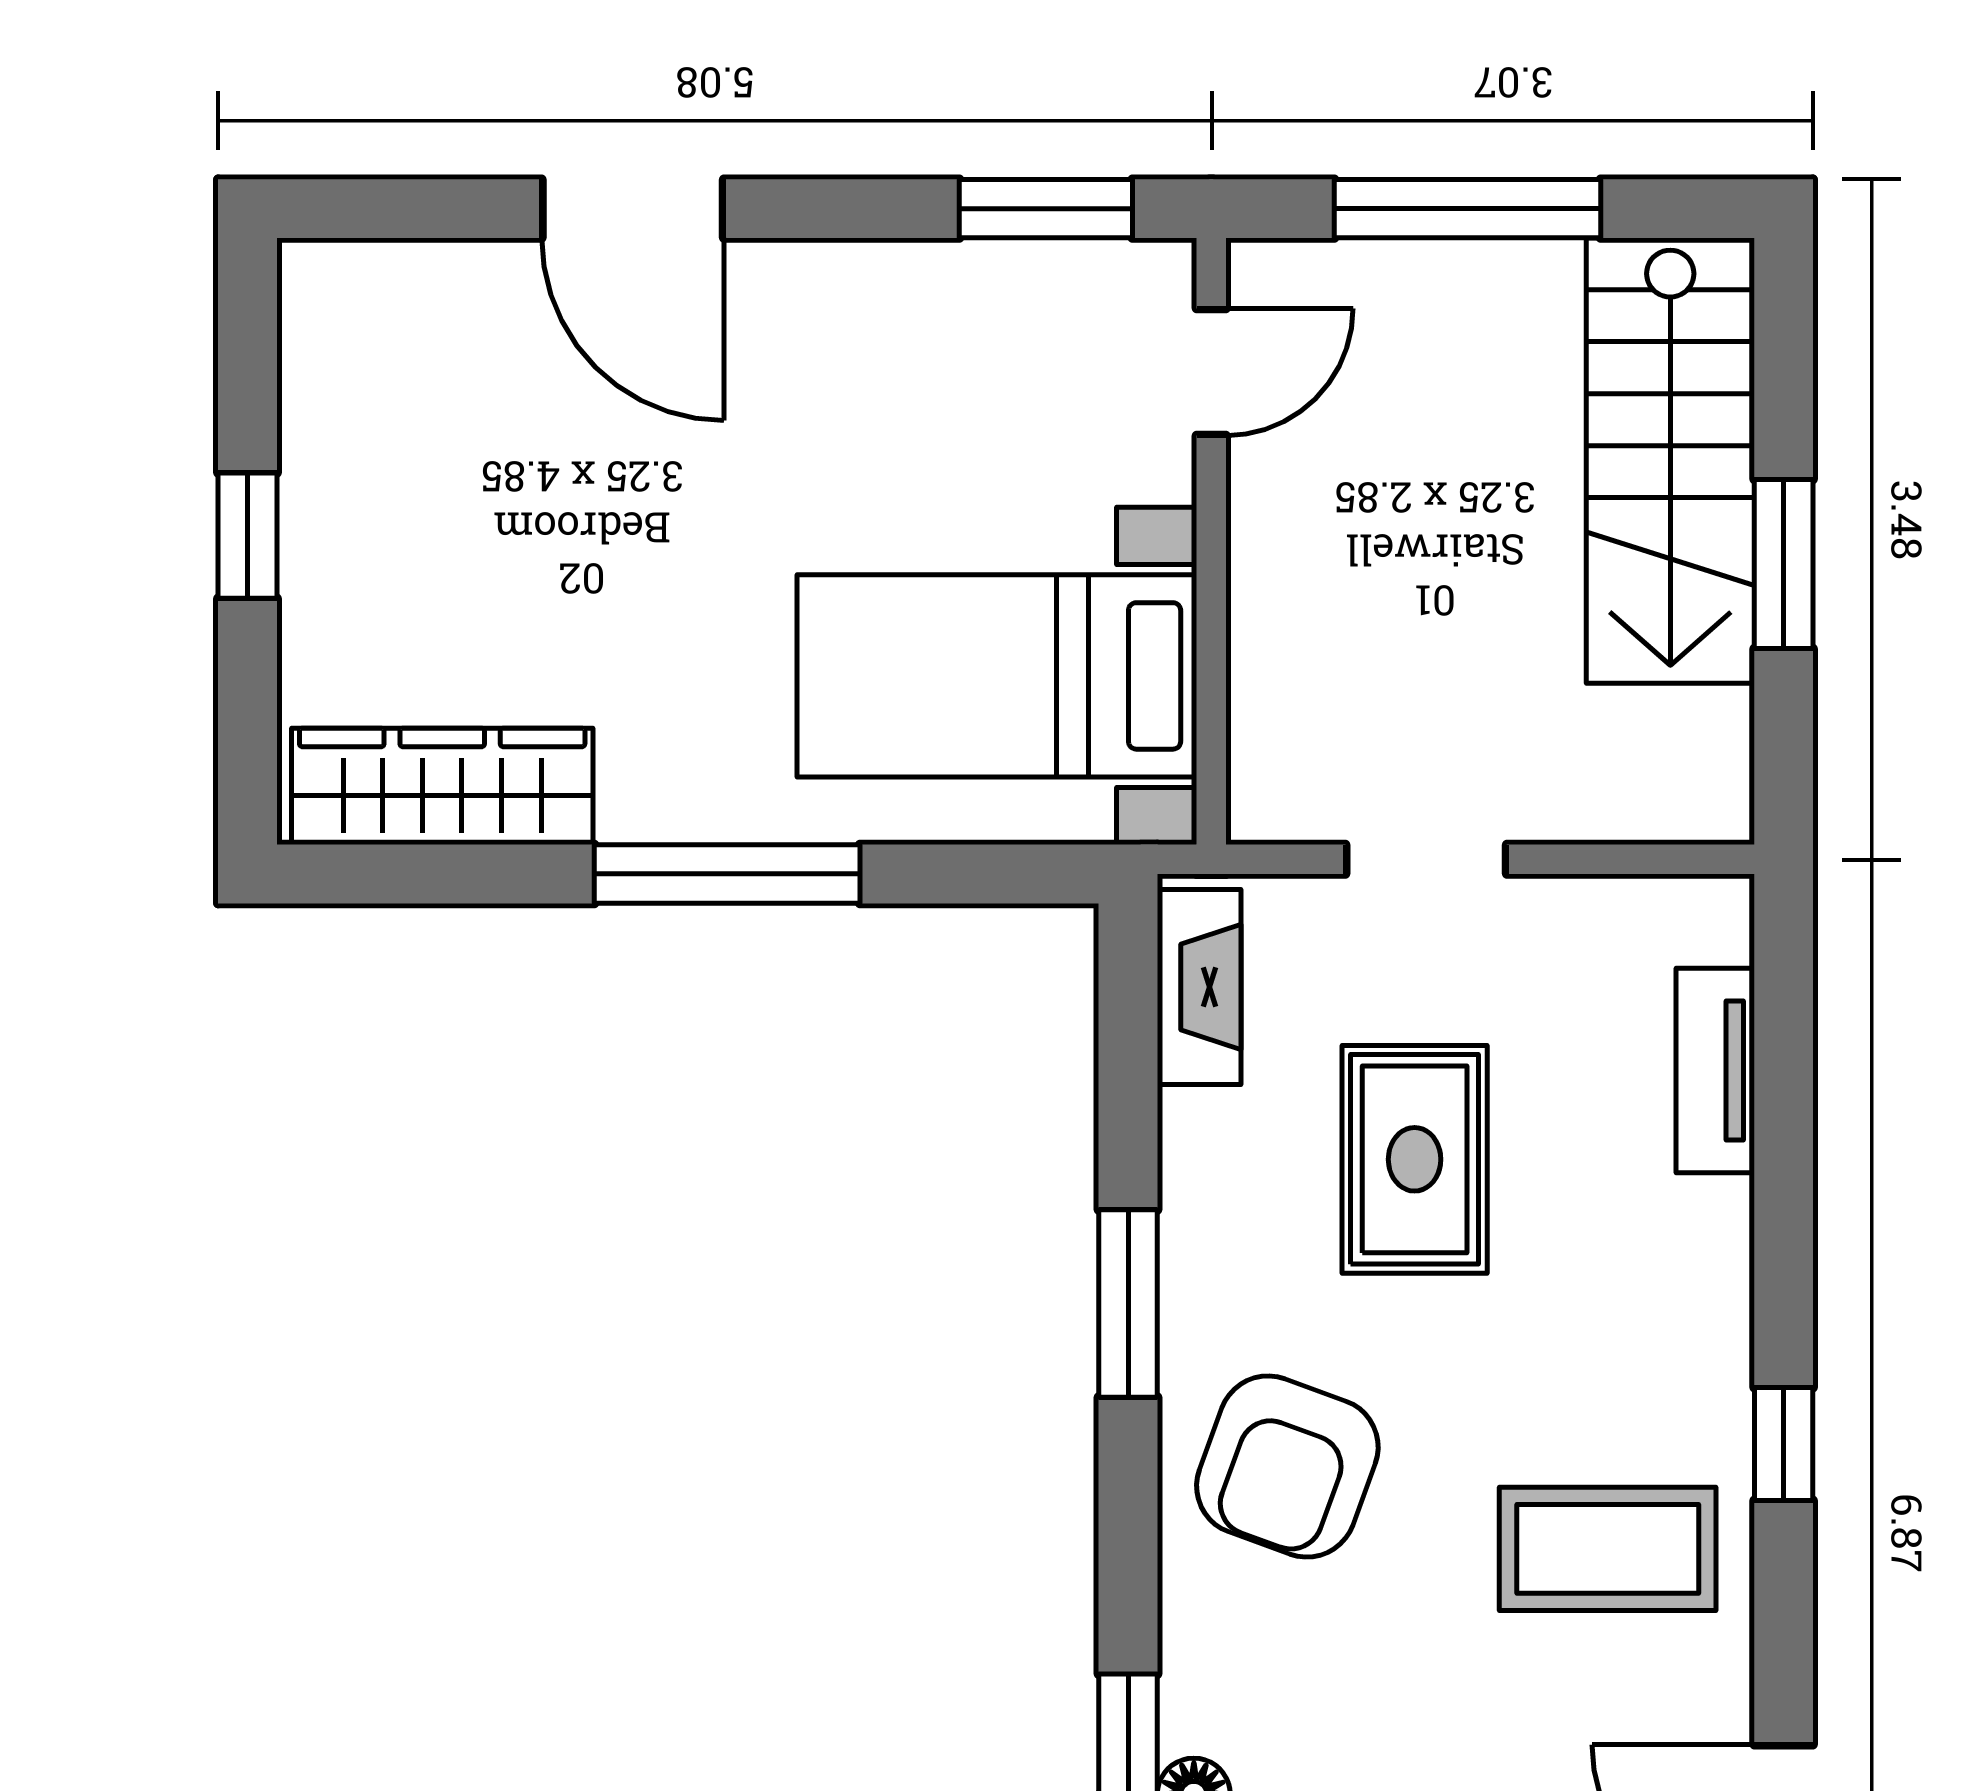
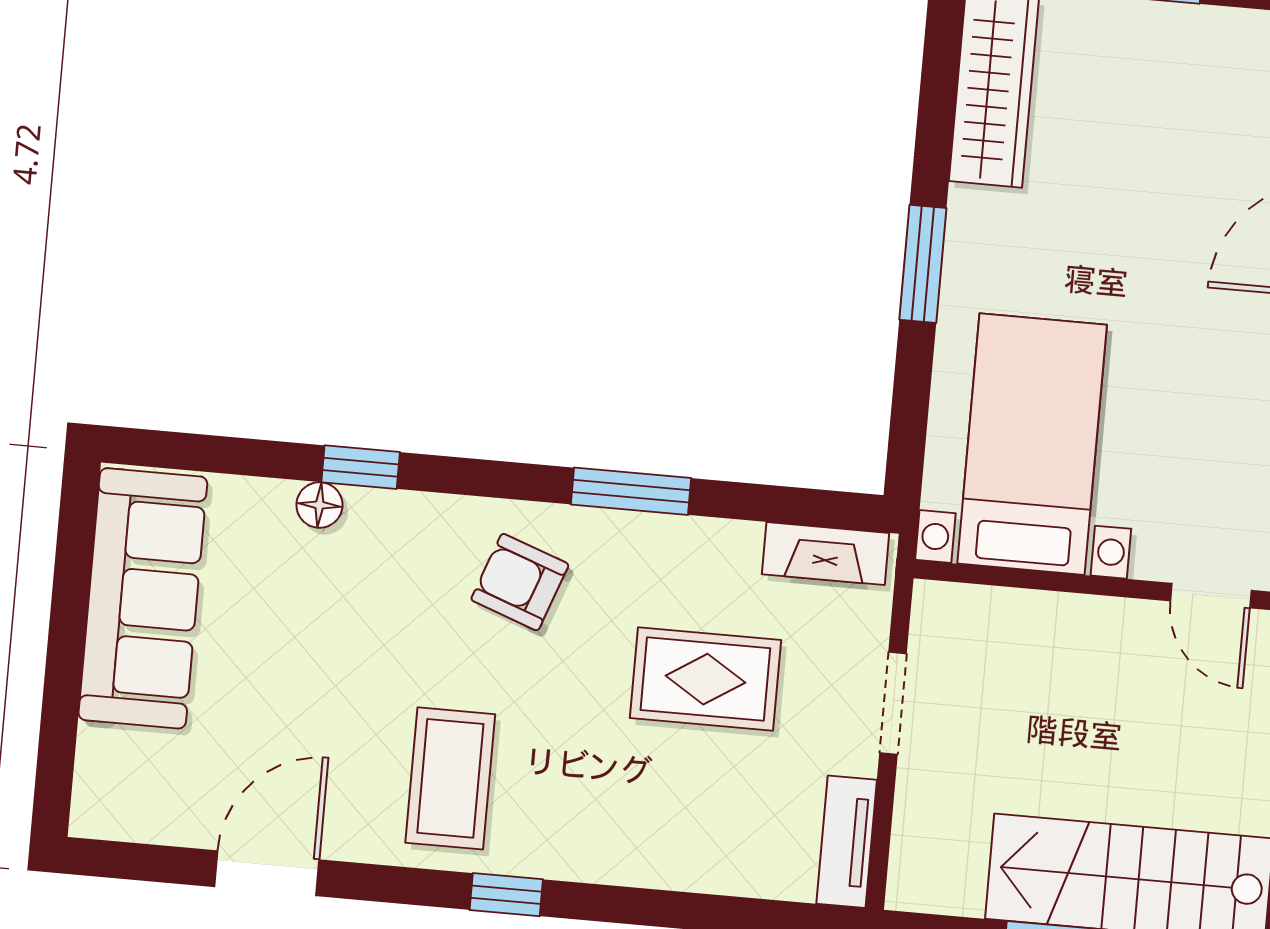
window: (727, 874) -> (923, 264), width x0.69
tv unit: (1715, 1070) -> (847, 842), moved, turned -90
armchair: (1287, 1466) -> (520, 582), width x0.72, depth x0.72

